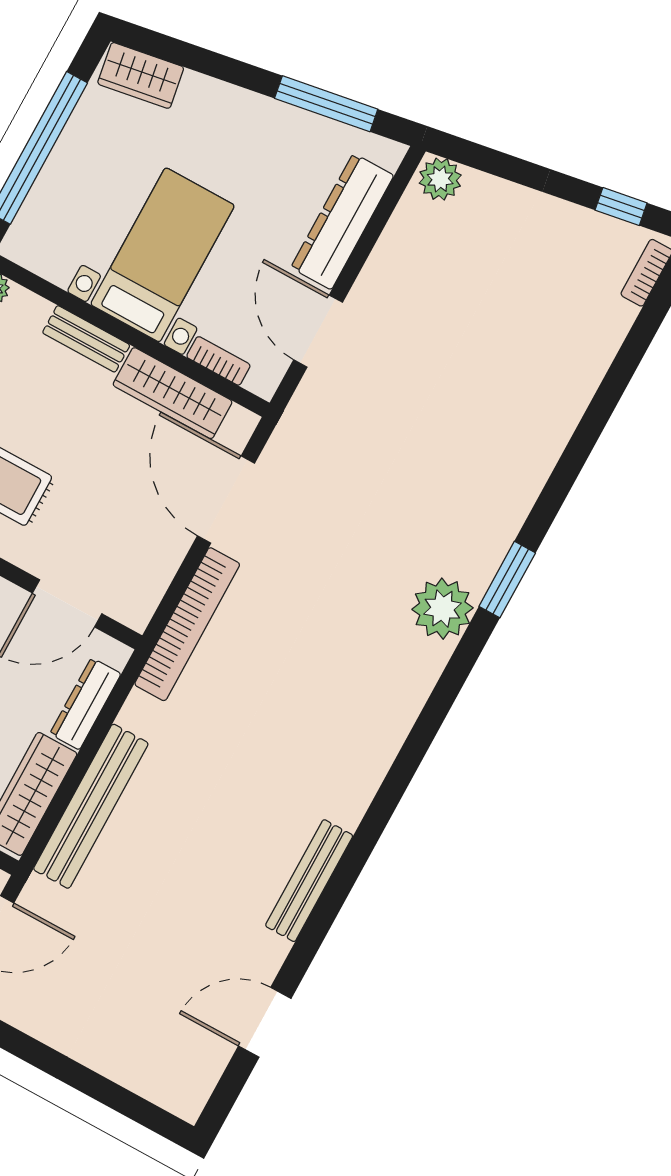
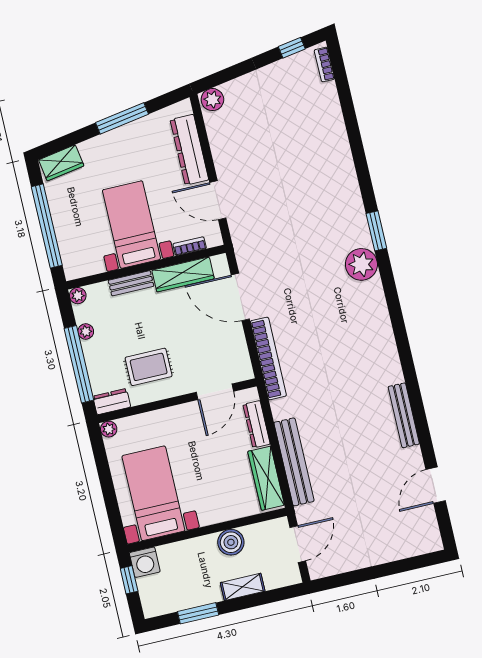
window: (326, 104) -> (122, 118), moved

